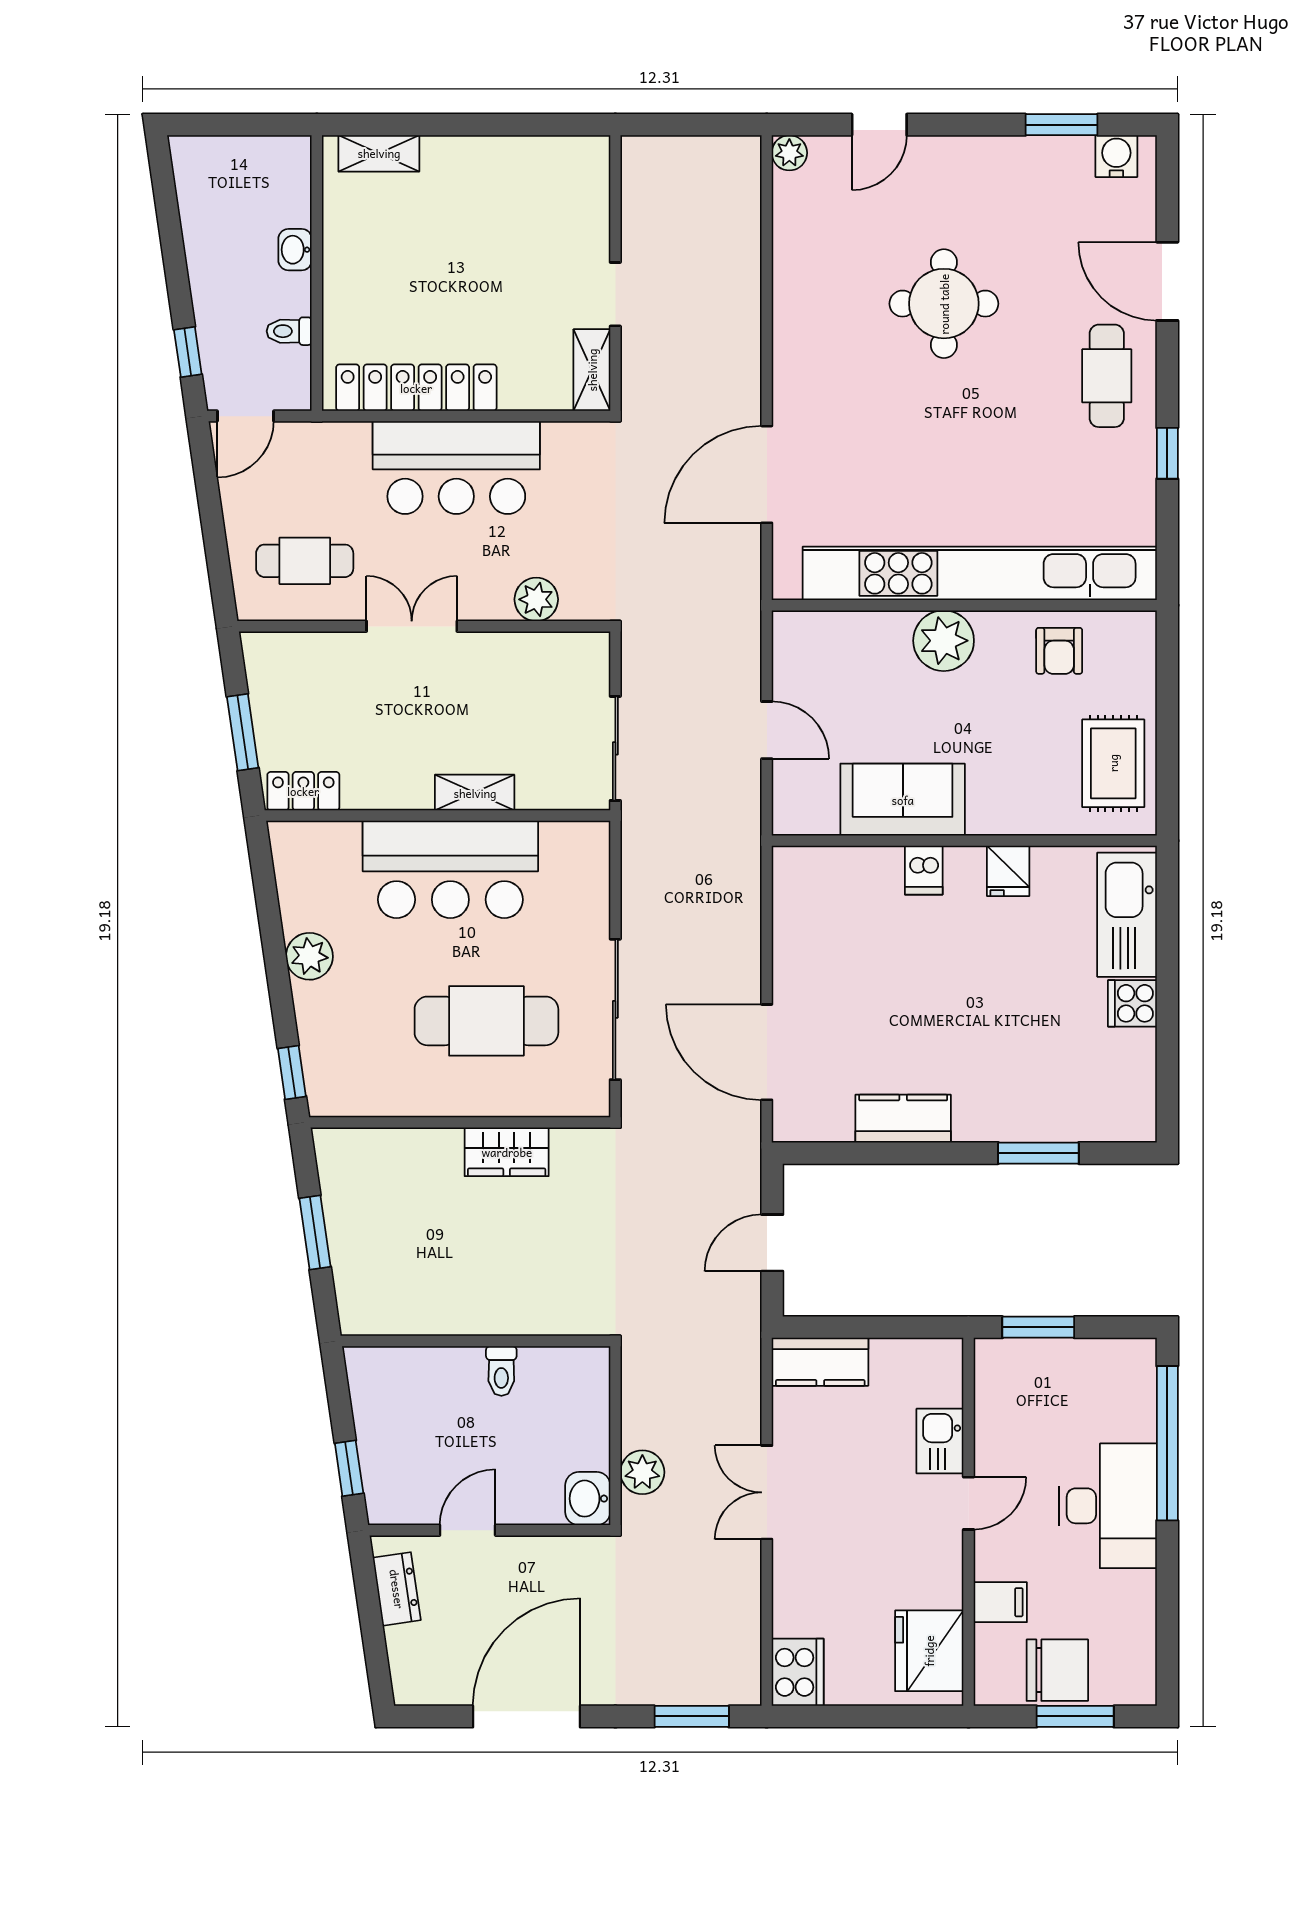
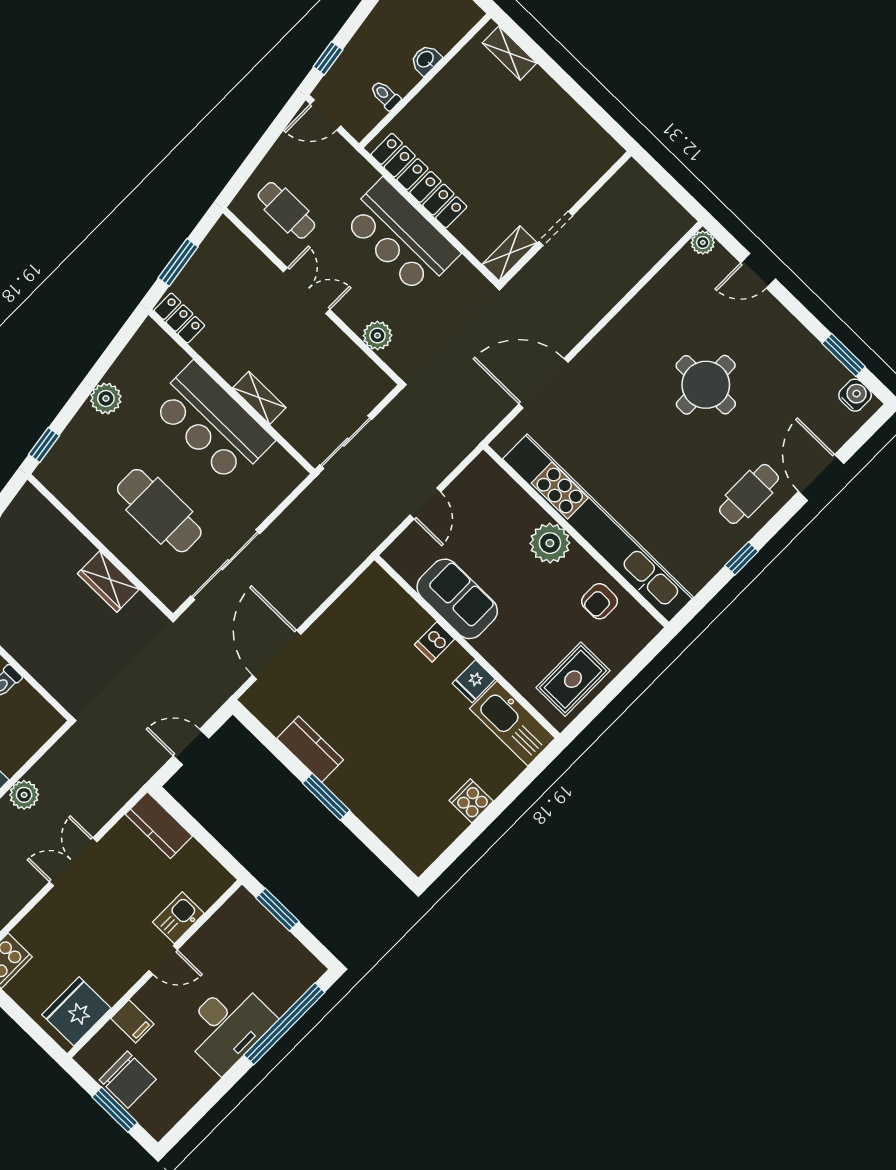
kitchen sink: (1127, 915) -> (512, 723), moved, turned -90
window: (1038, 1153) -> (326, 797), moved

